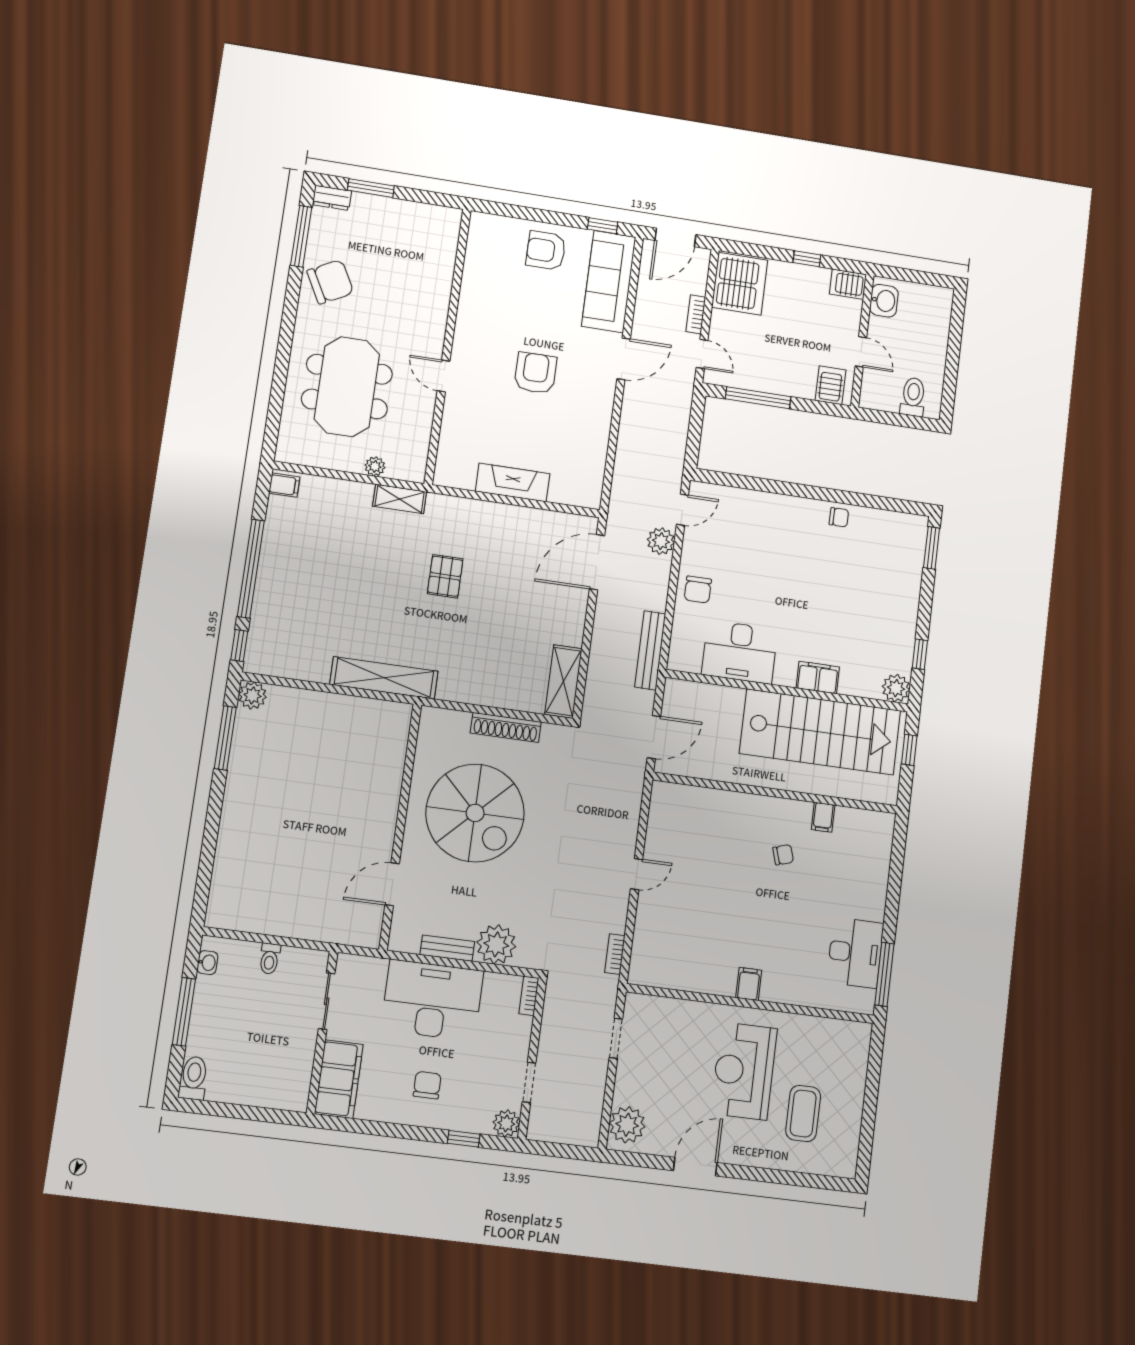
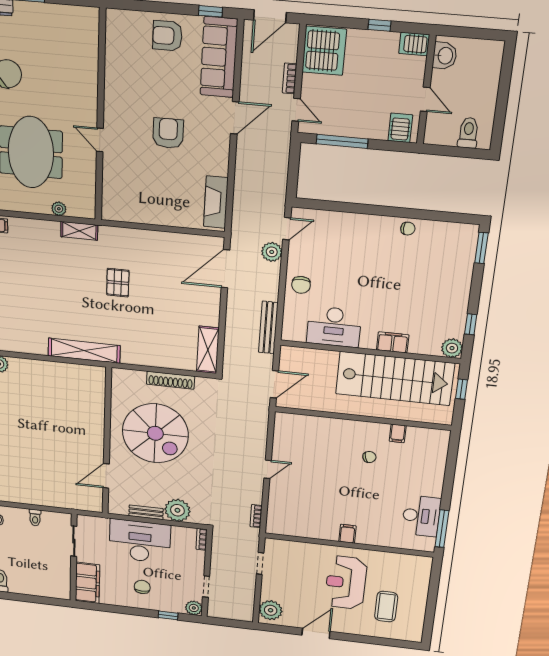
fireplace: (513, 482) -> (216, 202), moved, turned -90

